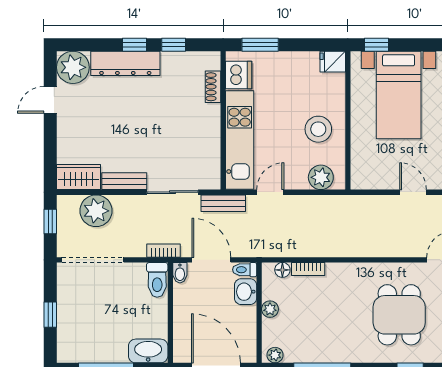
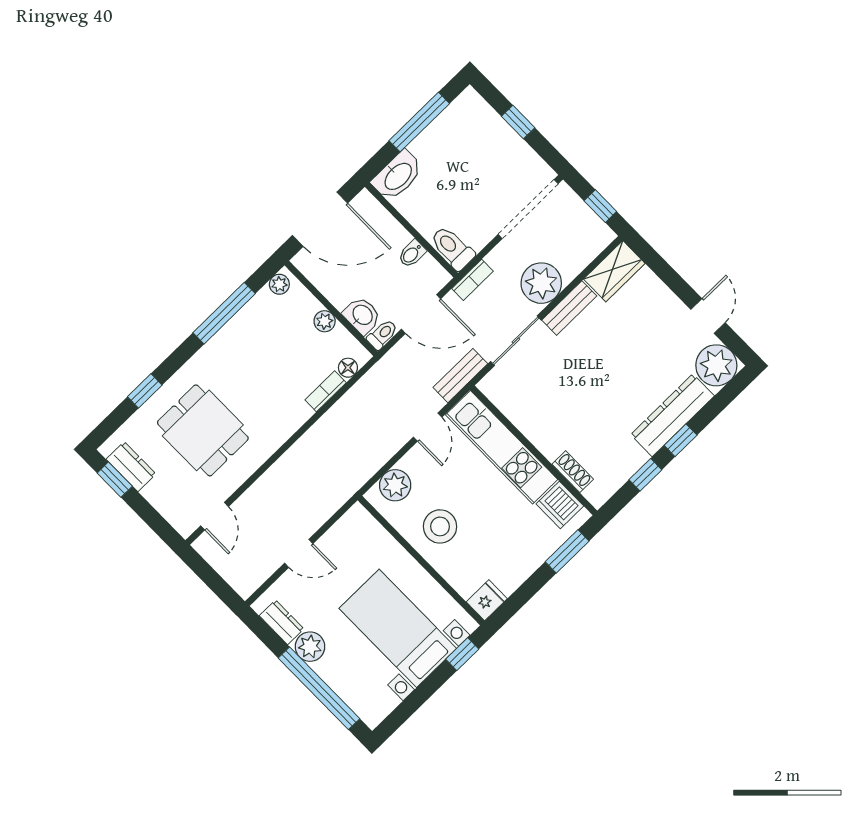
plant: (96, 211) -> (541, 283), moved
bidet: (180, 273) -> (412, 254), moved, turned -90

